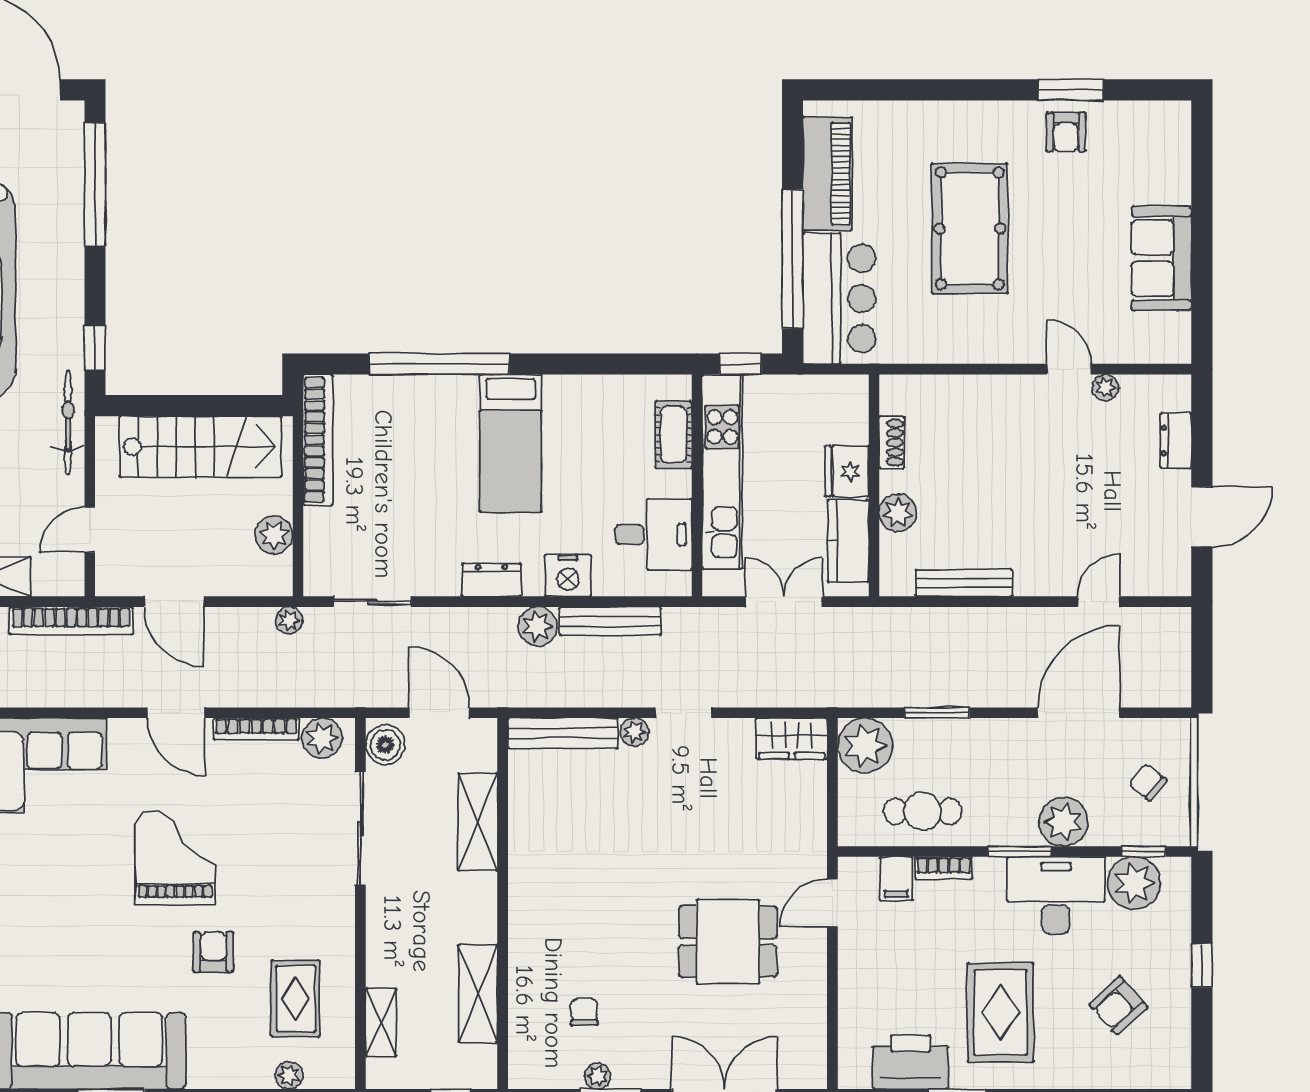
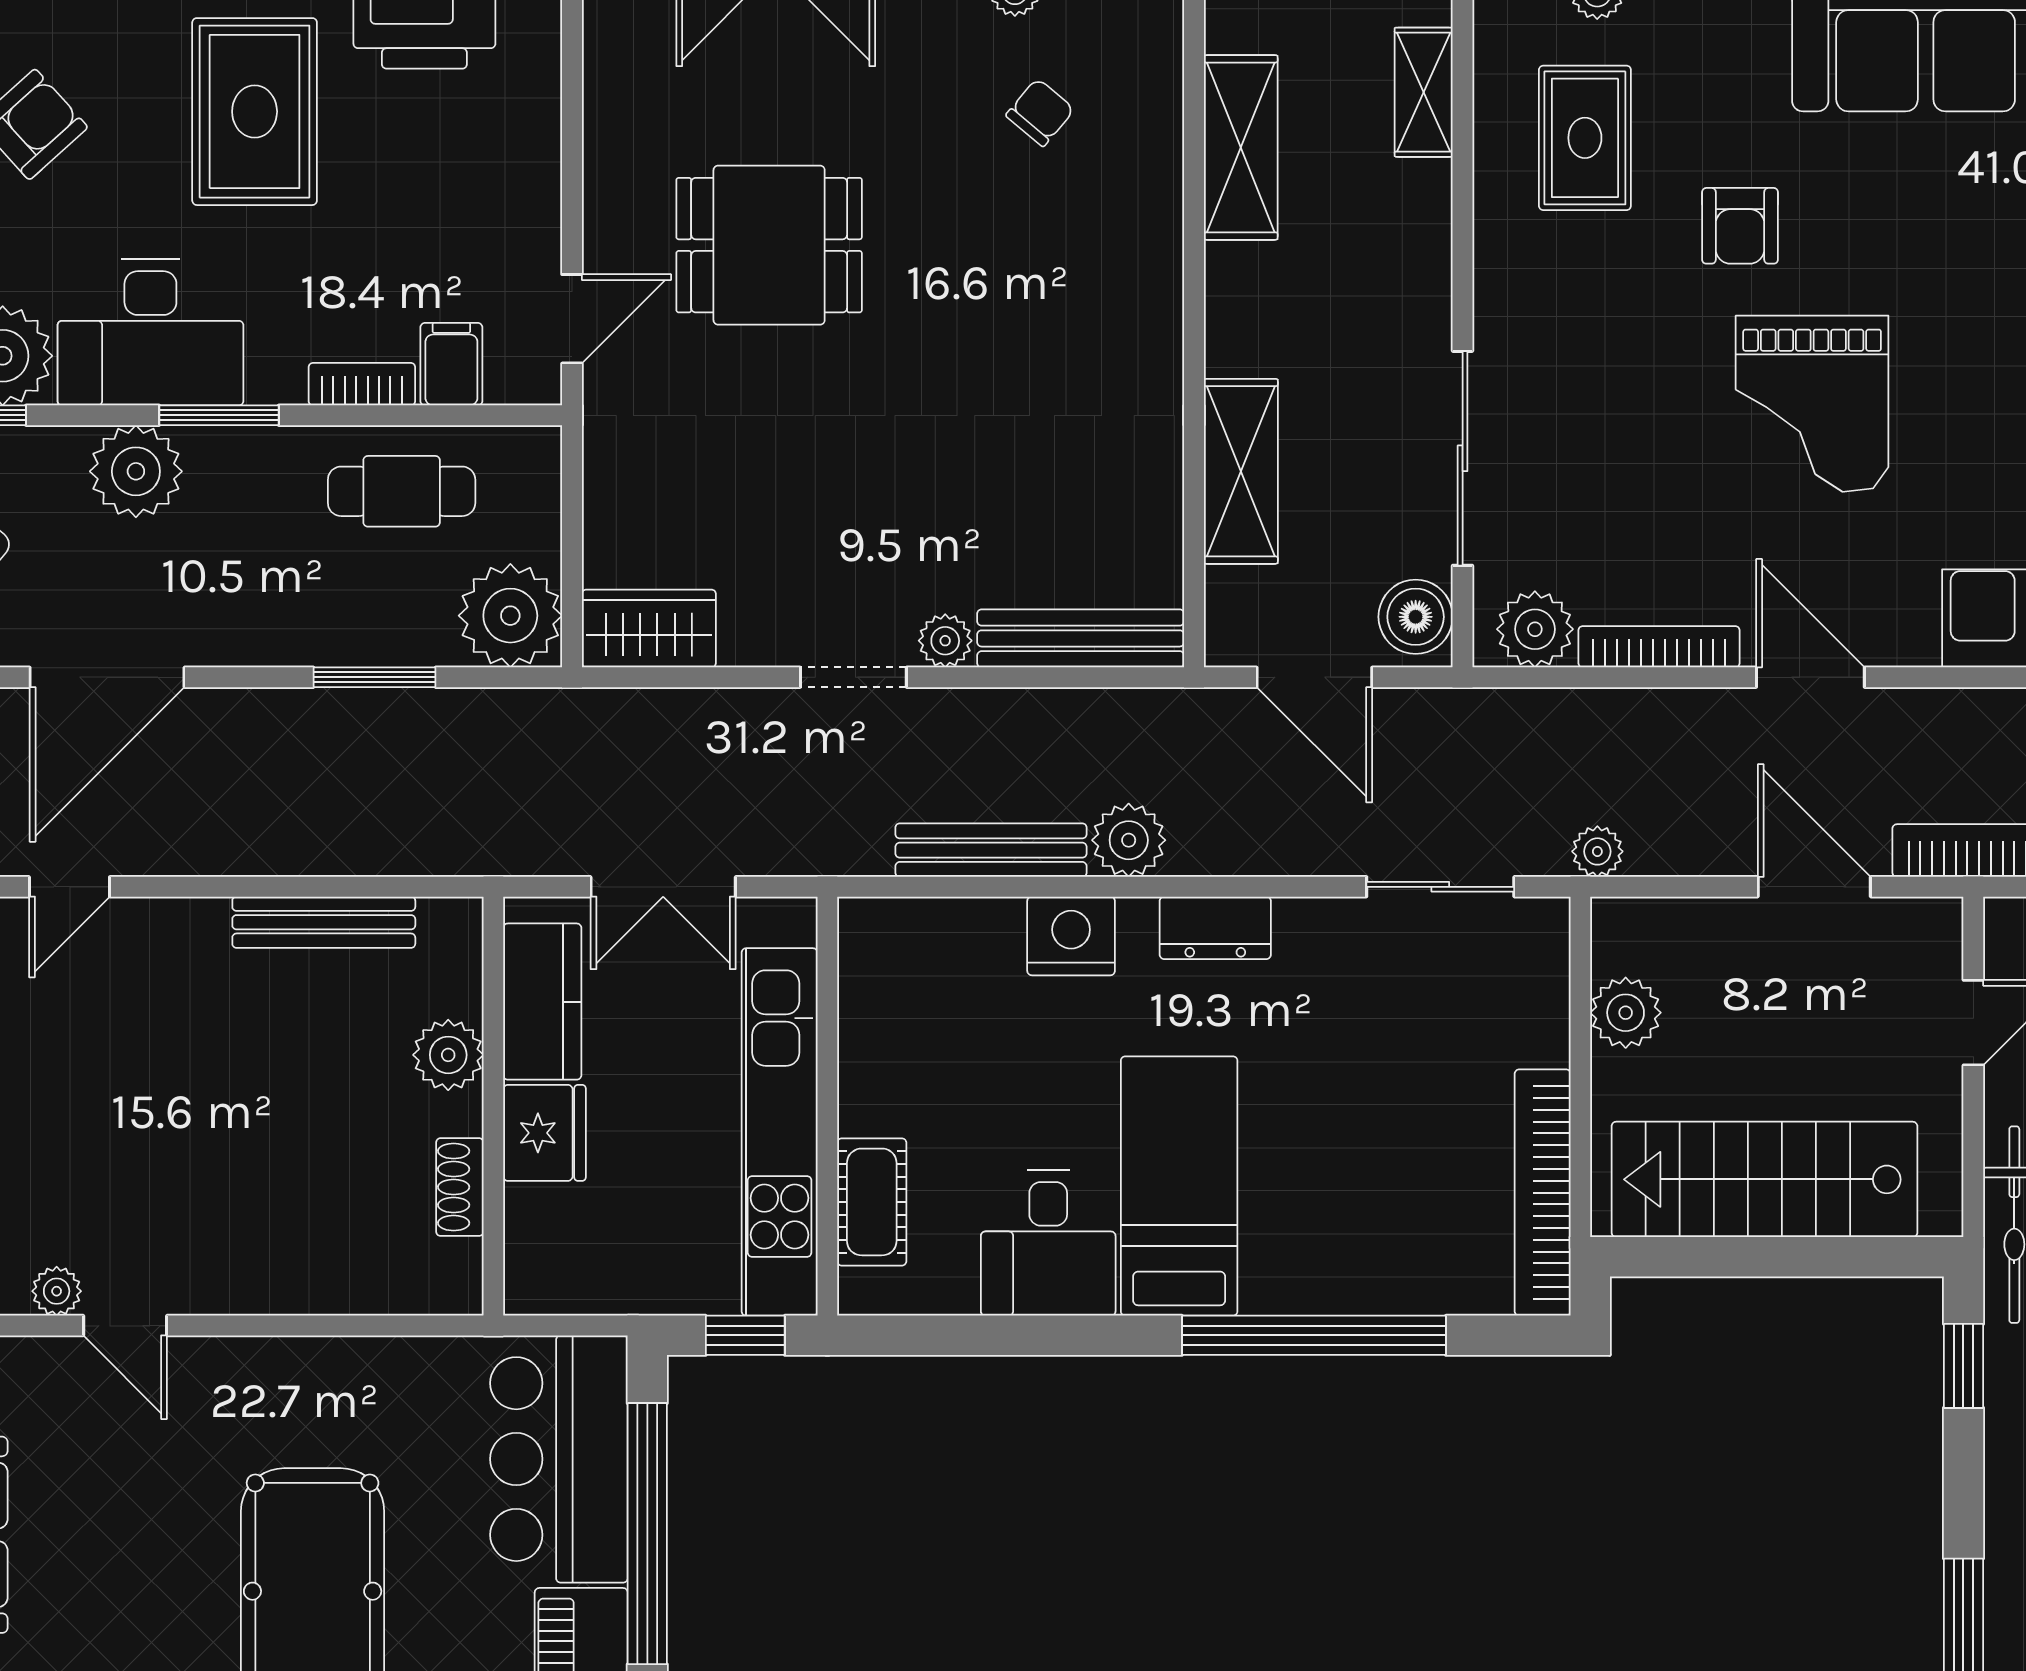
desk: (653, 535) -> (1048, 1243), moved, turned -90
chair: (584, 1012) -> (1040, 112), turned -140

